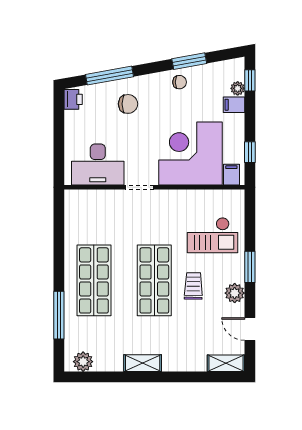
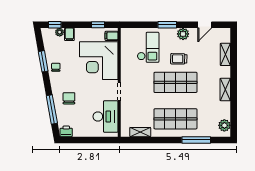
shelving: (72, 222) -> (140, 132), added
shelving: (226, 363) -> (225, 54), moved

